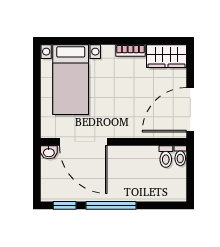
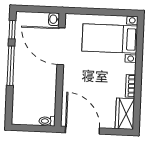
door: (83, 142) -> (61, 46), hinge flipped
toilet: (166, 156) -> (47, 110), removed

